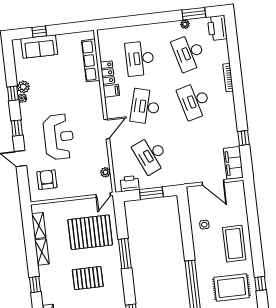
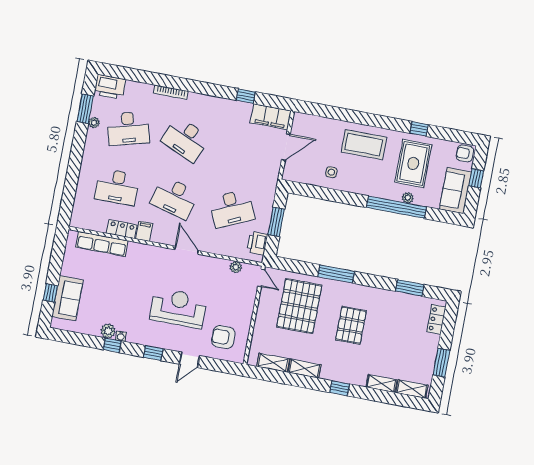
desk: (194, 101) -> (186, 139), turned 39
plant: (203, 292) -> (408, 198), added

